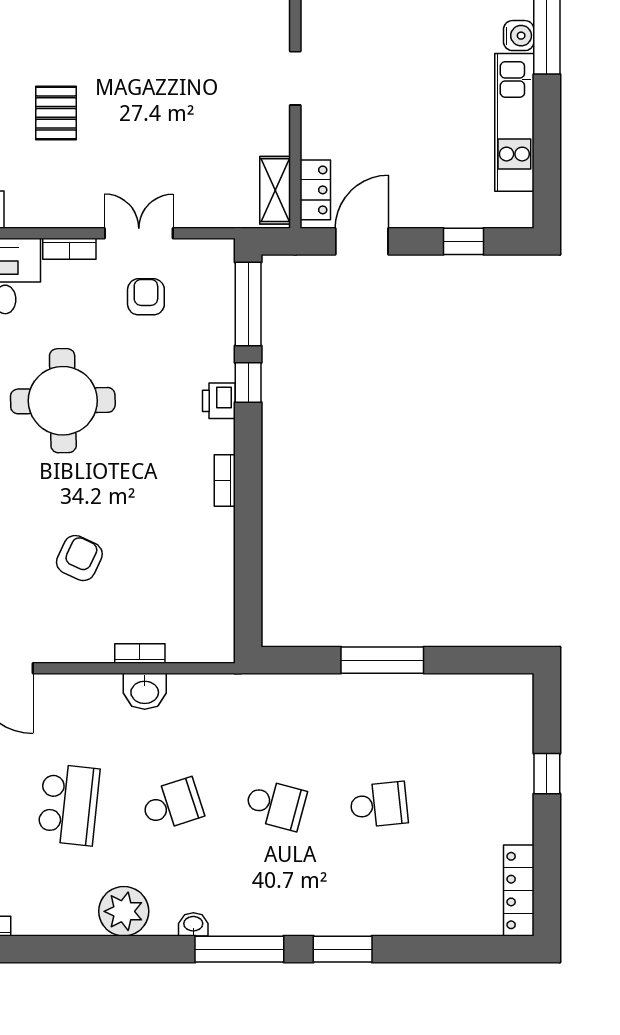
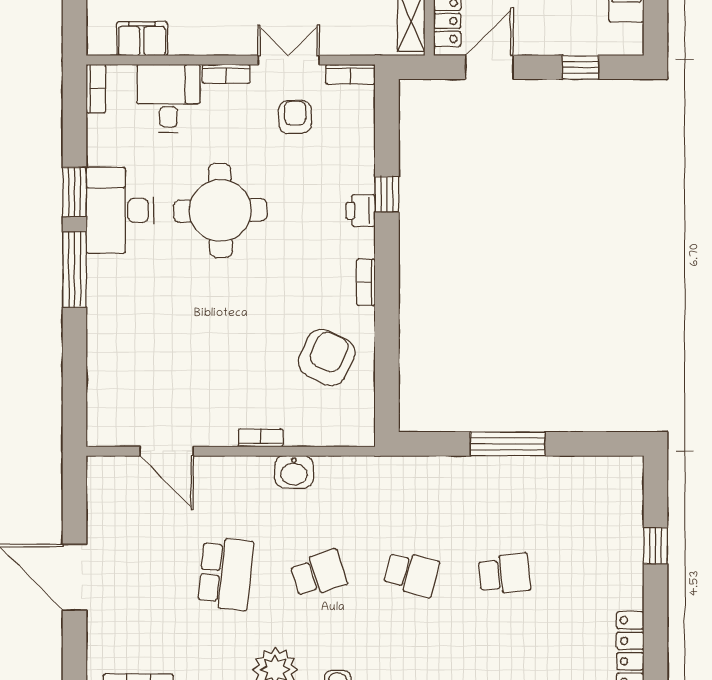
bookcase: (208, 249) -> (350, 74), added
window: (248, 304) -> (387, 124), removed
armchair: (79, 558) -> (327, 357), moved, width x1.38, depth x1.38
bookcase: (140, 654) -> (260, 438), moved

